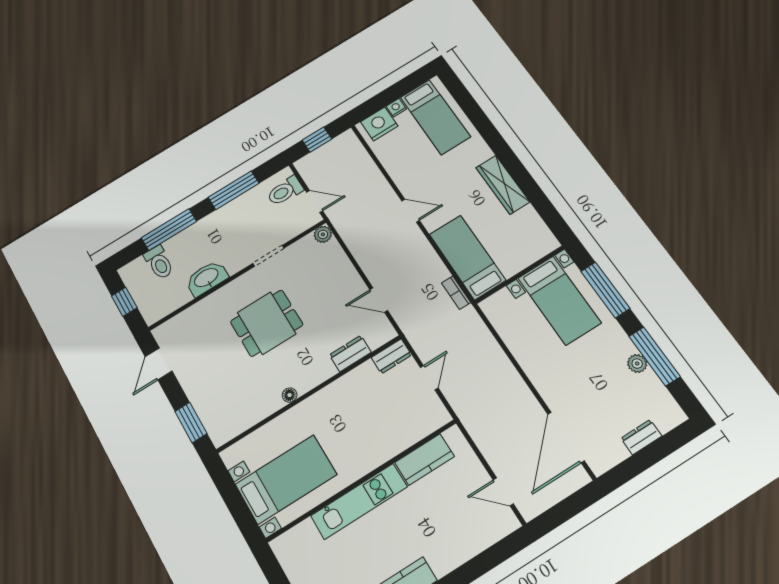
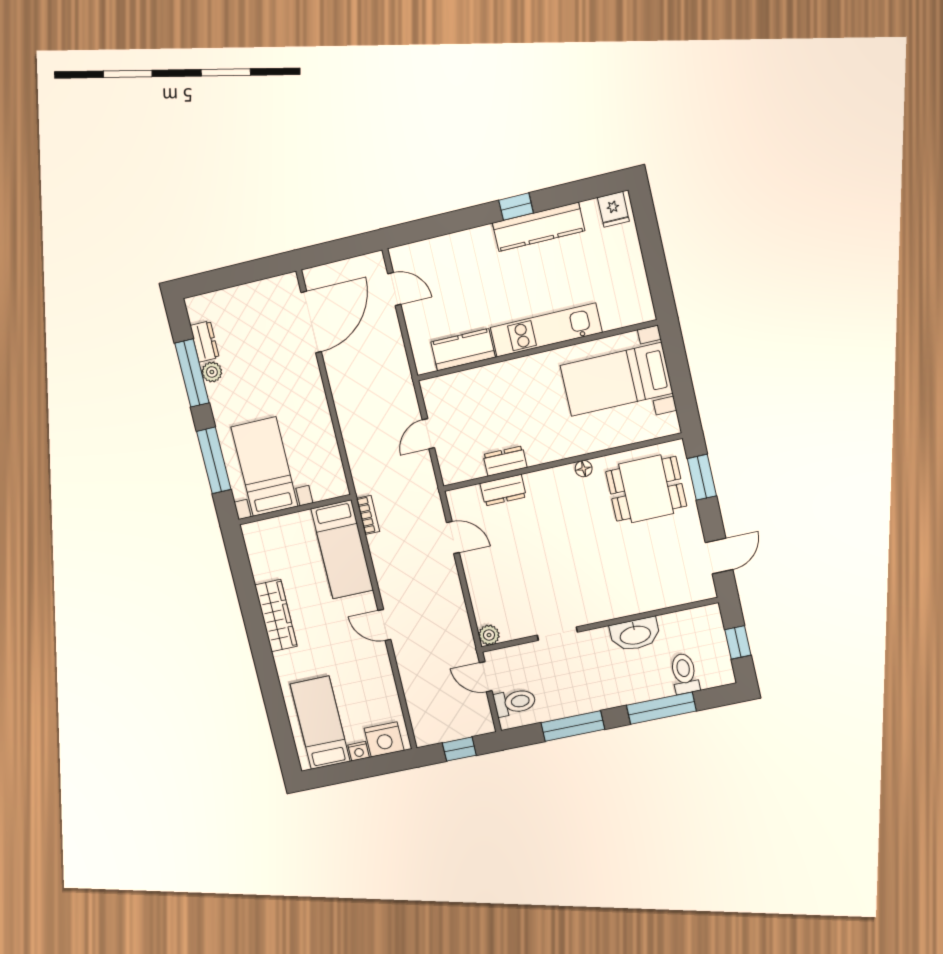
dining table: (267, 323) -> (646, 489), moved
dresser: (391, 356) -> (505, 461), moved
dresser: (641, 437) -> (205, 342), moved, turned -90

